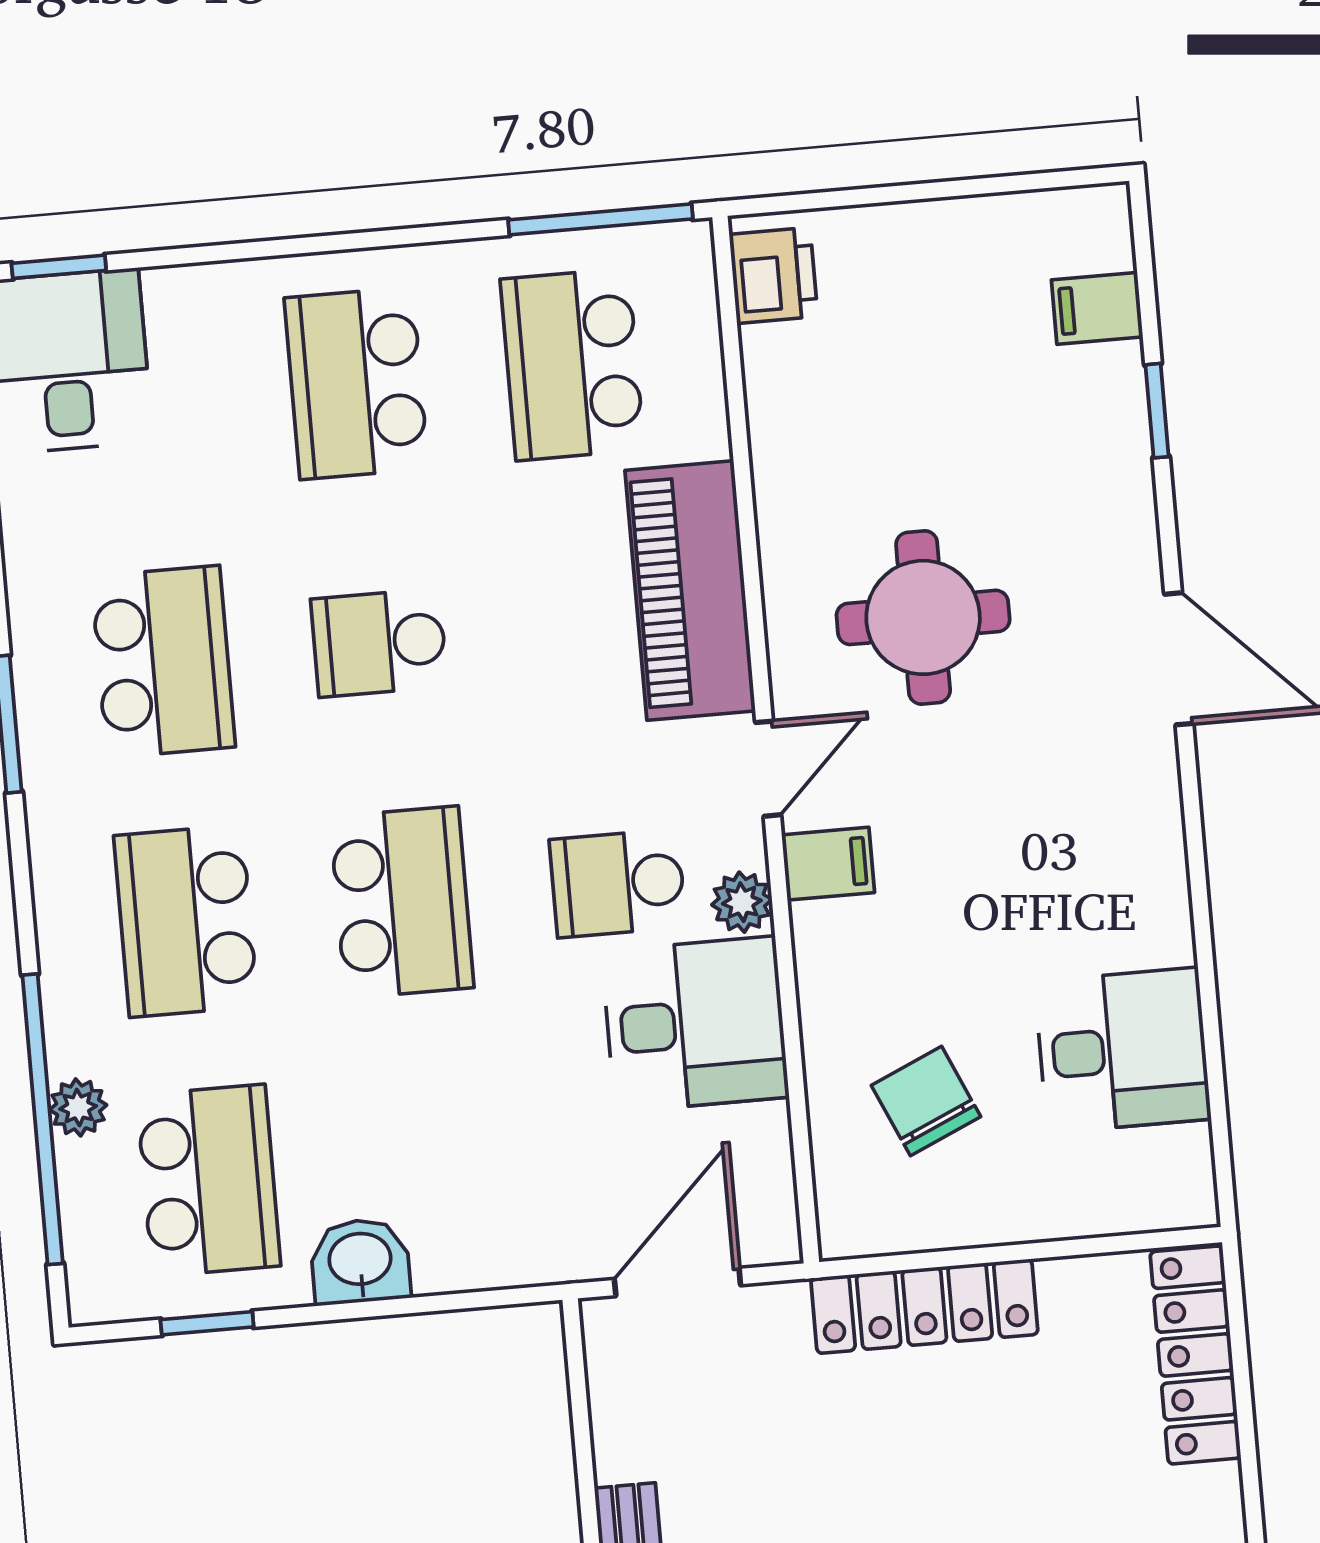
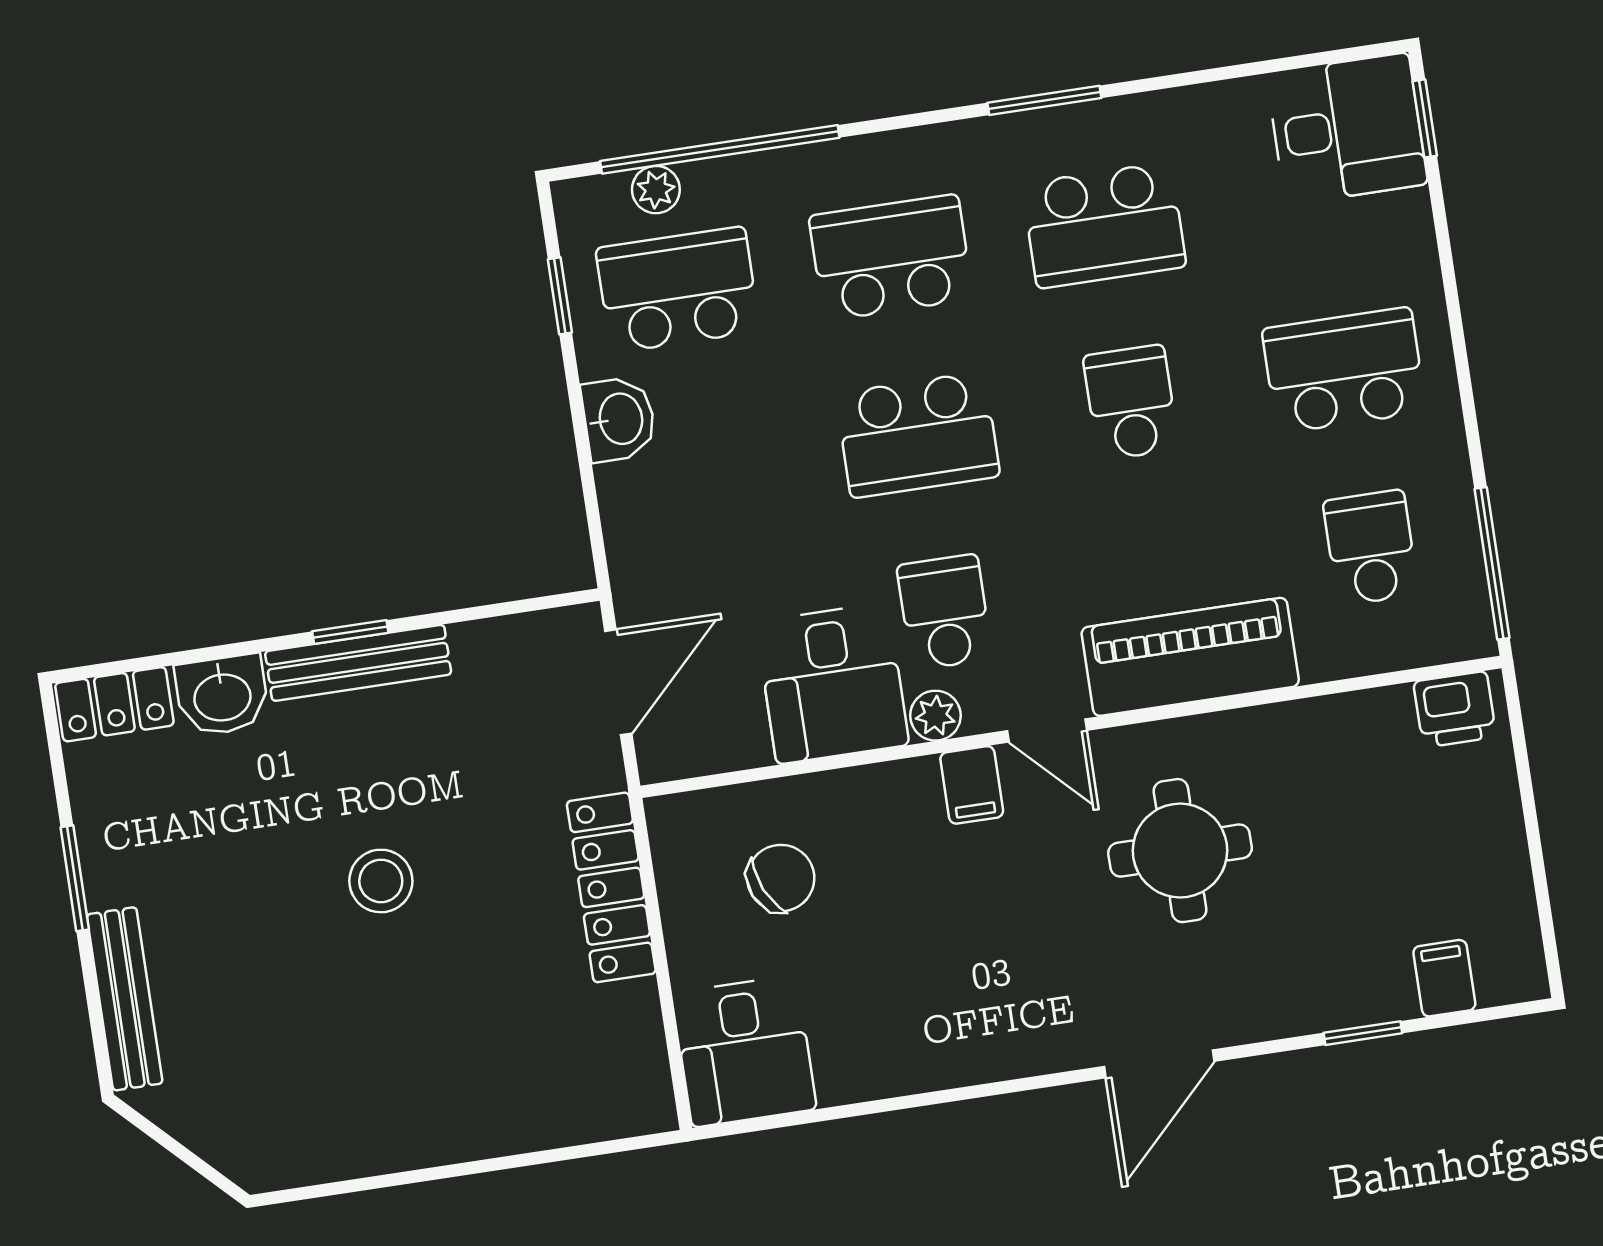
school desk: (572, 364) -> (1371, 548), width x0.54
desk: (1123, 1050) -> (744, 1051), moved
plant: (78, 1107) -> (656, 190), moved
school desk: (209, 1181) -> (678, 290), turned 180
door: (677, 1282) -> (618, 682), hinge flipped
locker: (1195, 1355) -> (585, 1114), removed

